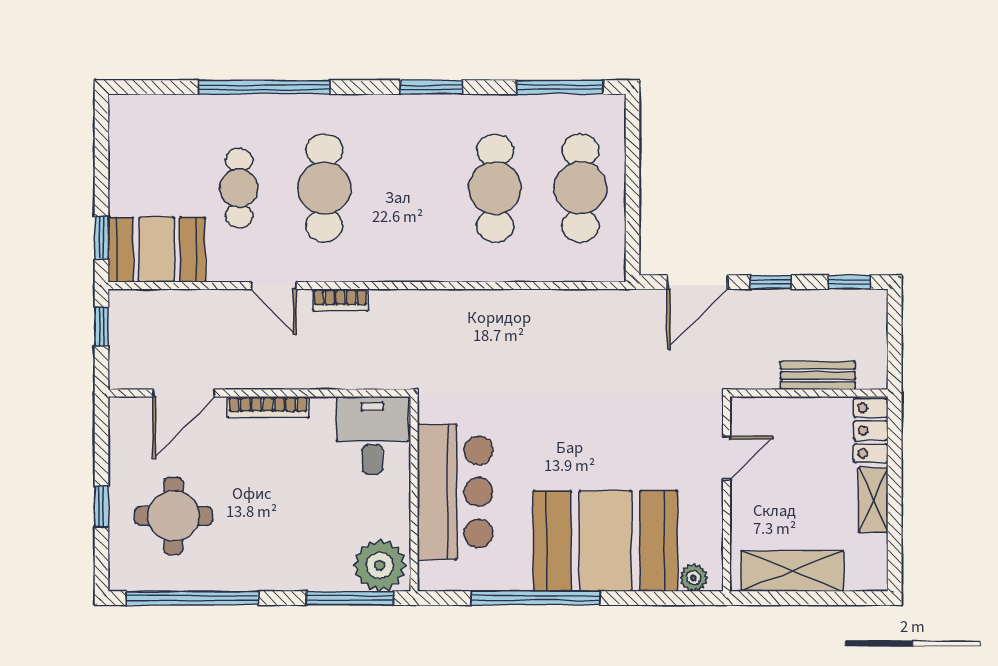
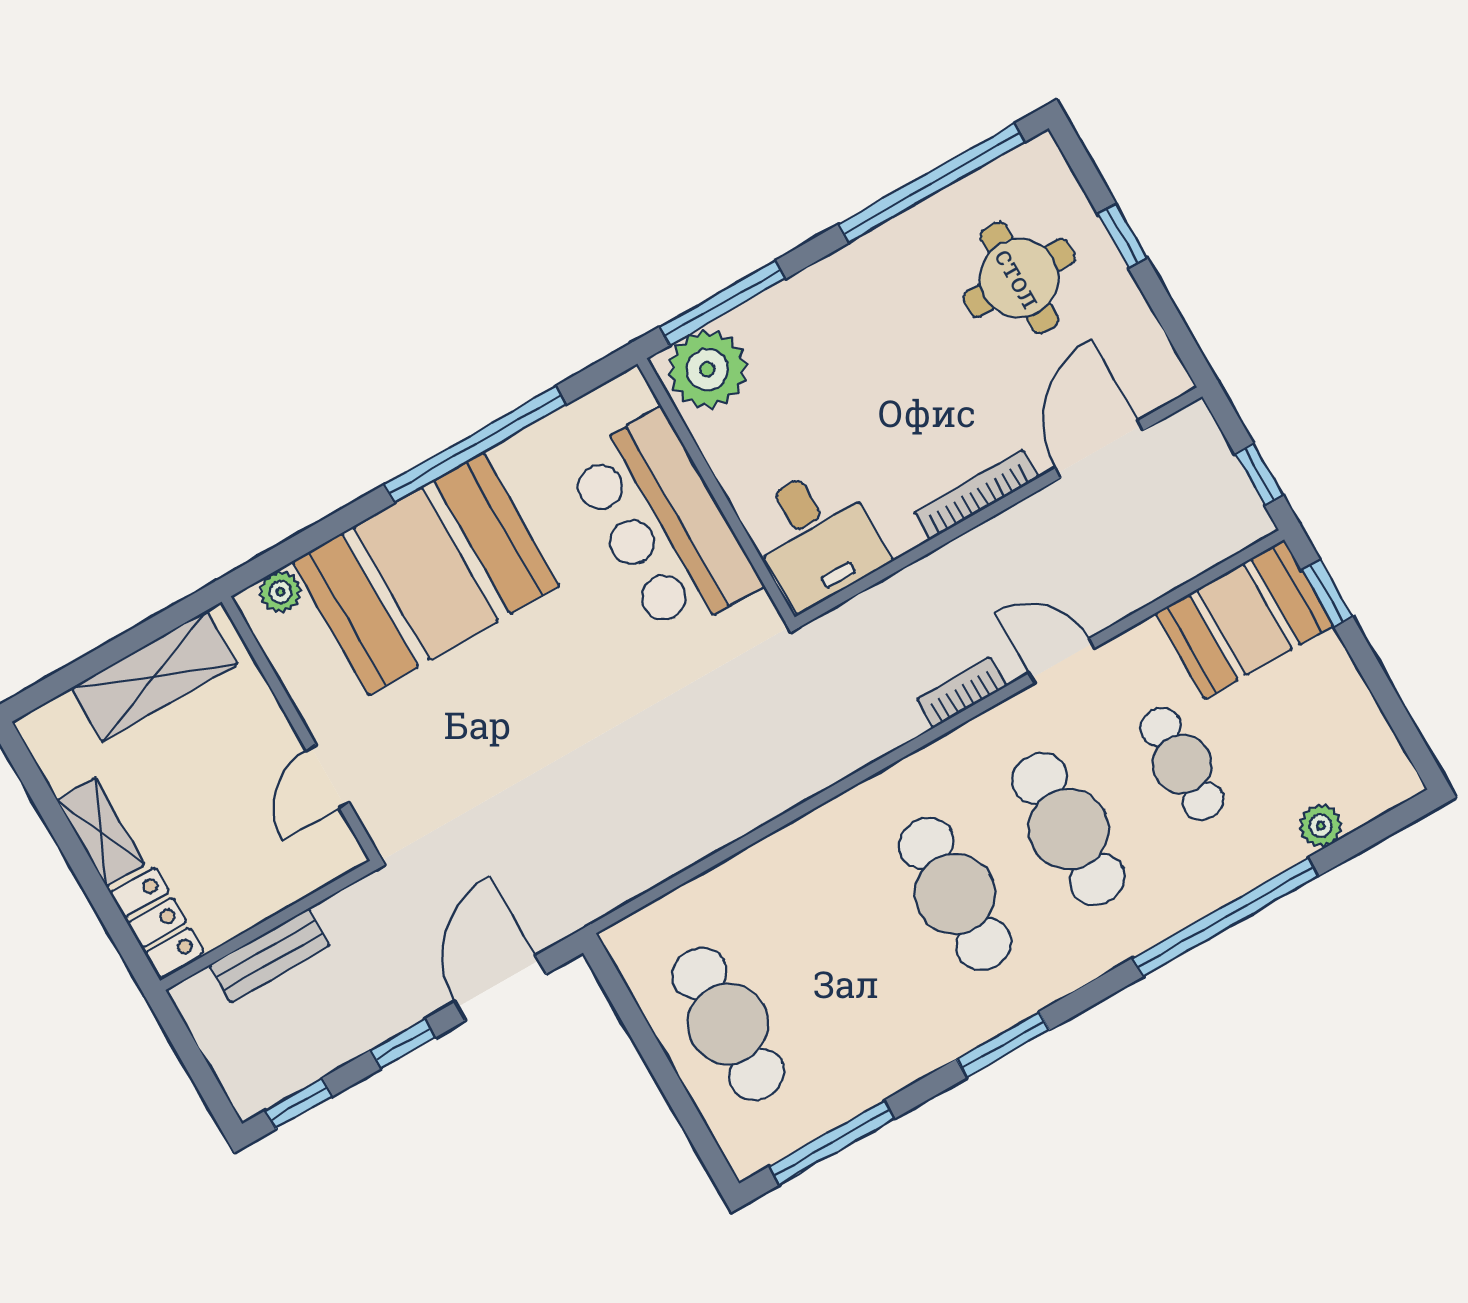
plant: (180, 108) -> (1321, 826), added
cafe table: (495, 188) -> (955, 894), moved

